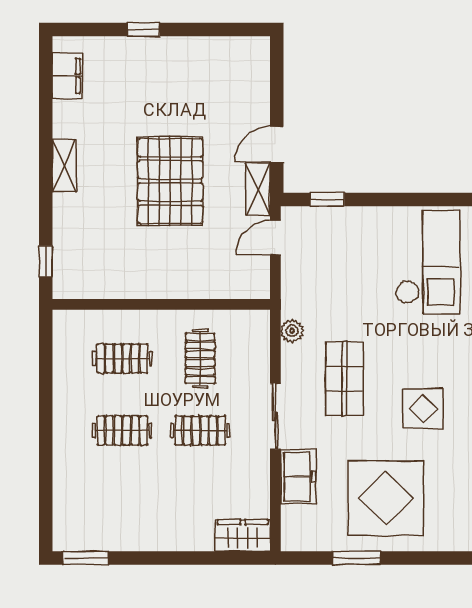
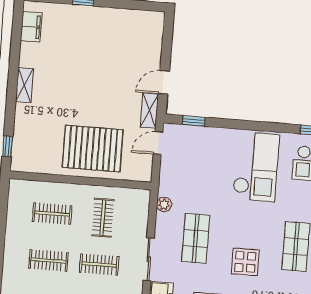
pallet: (170, 181) -> (93, 149), moved, turned 90

